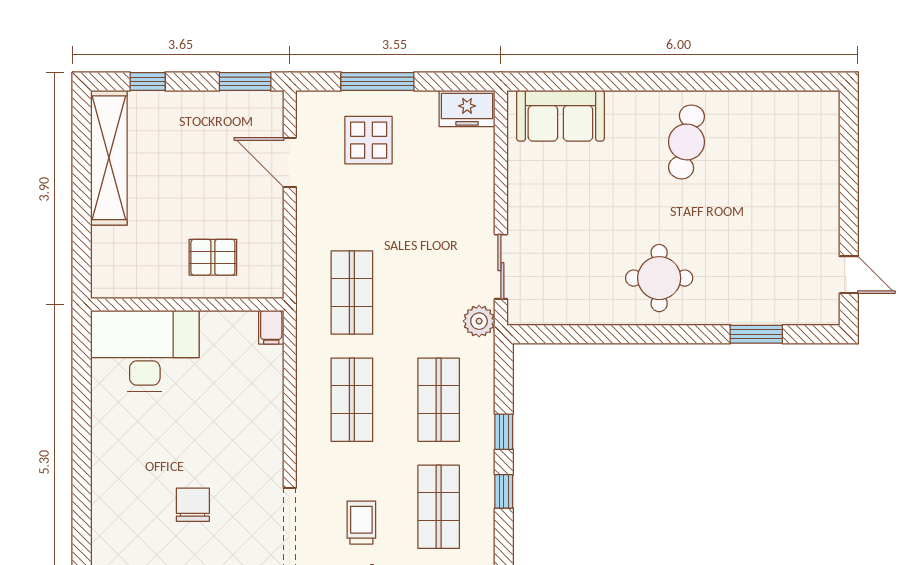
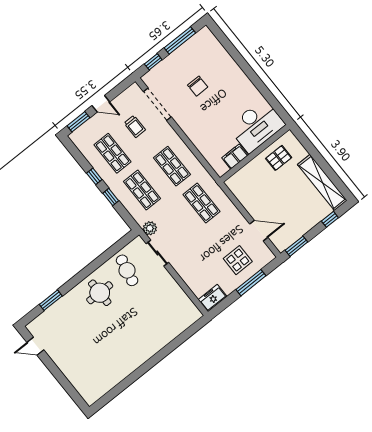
sofa: (560, 116) -> (178, 321), removed
cafe table: (686, 142) -> (127, 270), moved
pallet: (213, 257) -> (279, 158), moved
filing cabinet: (271, 327) -> (235, 157), moved, width x2.00

